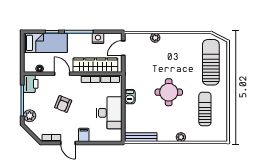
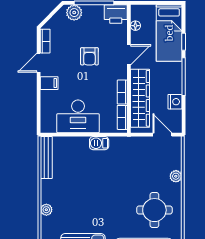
round table: (169, 92) -> (154, 210), moved
armchair: (63, 104) -> (89, 56), turned -112

